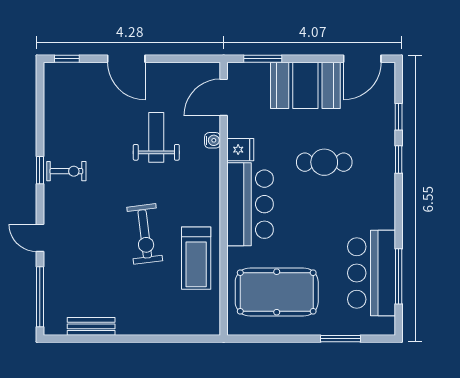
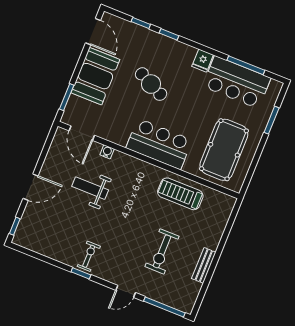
fridge: (240, 150) -> (203, 61), moved, turned 180
cafe table: (324, 162) -> (151, 84), turned -64
exercise bike: (145, 234) -> (162, 251), moved, turned 97
treadmill: (196, 258) -> (180, 194), turned 180
bench: (91, 326) -> (204, 265), moved

